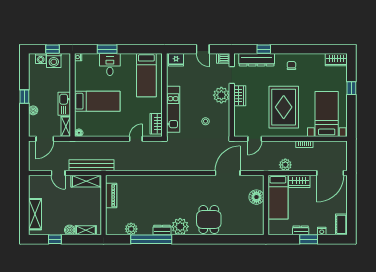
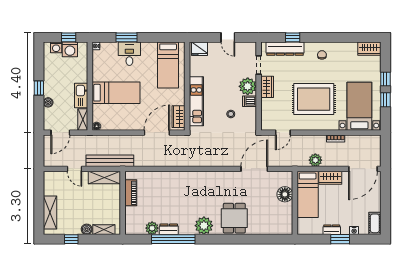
dishwasher: (223, 58) -> (249, 101), moved
rug: (284, 107) -> (314, 99), turned 90
window: (351, 108) -> (385, 100), added
door: (136, 139) -> (157, 133), width x1.87
dresser: (162, 230) -> (169, 229), moved

